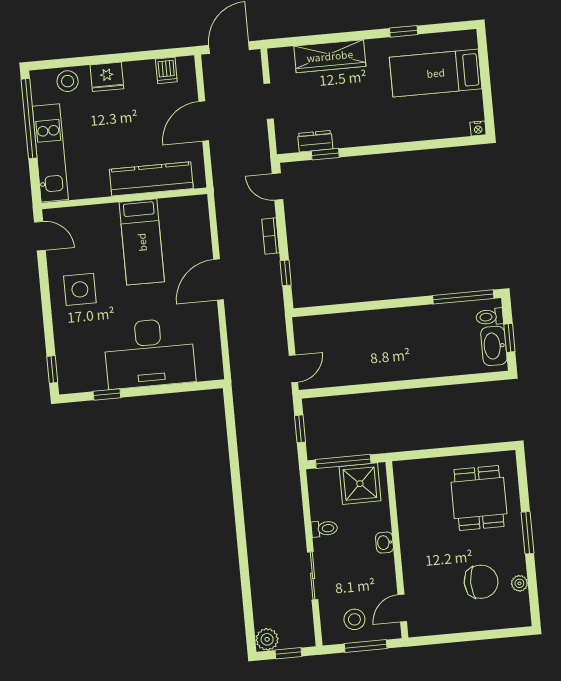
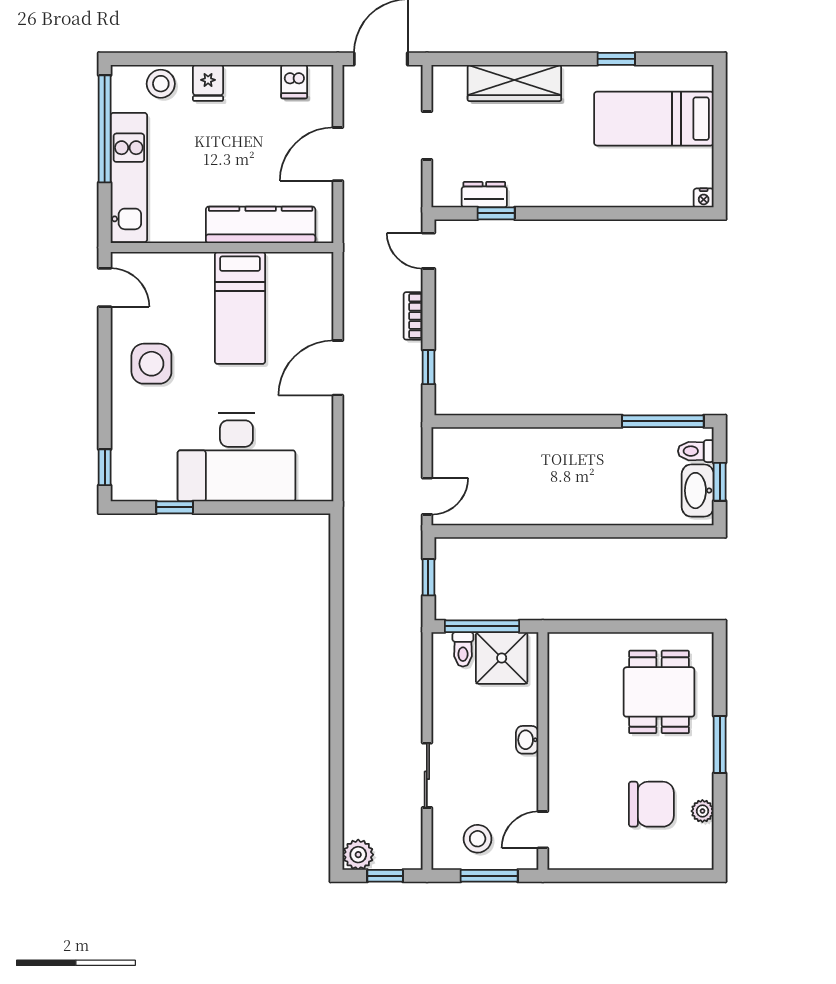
fridge: (107, 77) -> (208, 83), width x0.72
toilet: (324, 529) -> (463, 649), moved, turned 90

